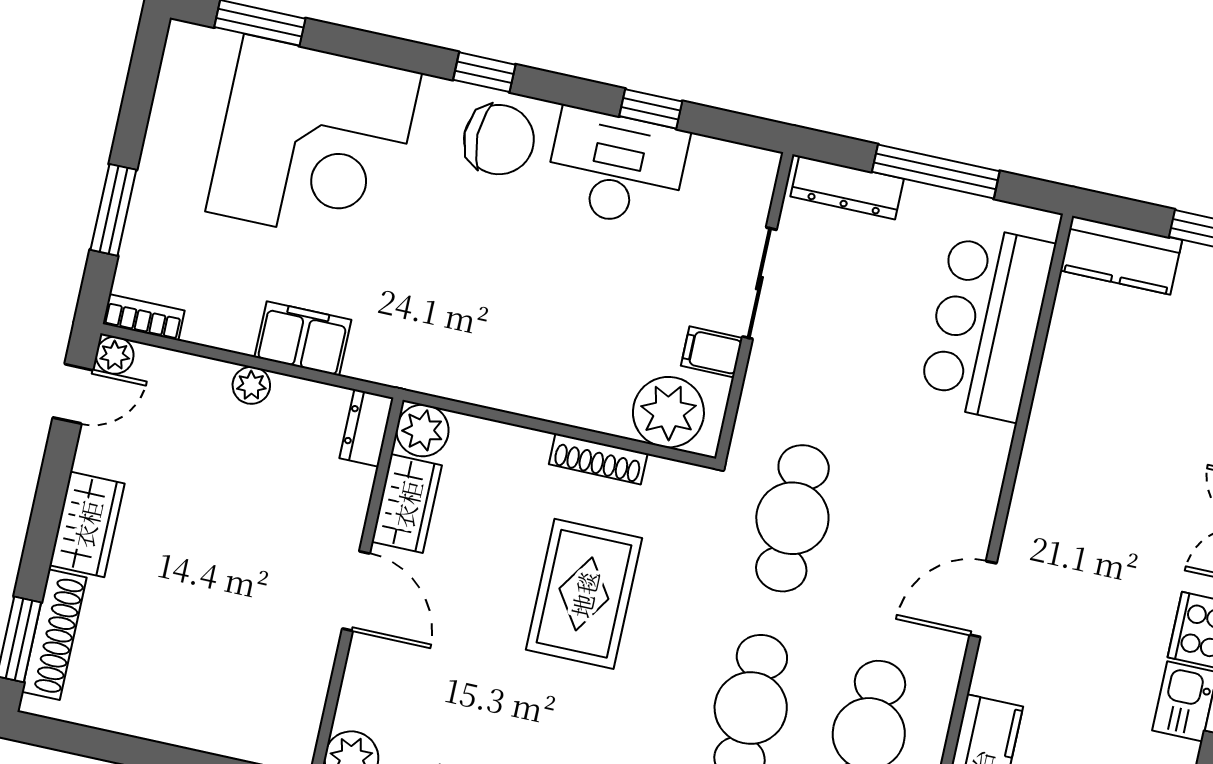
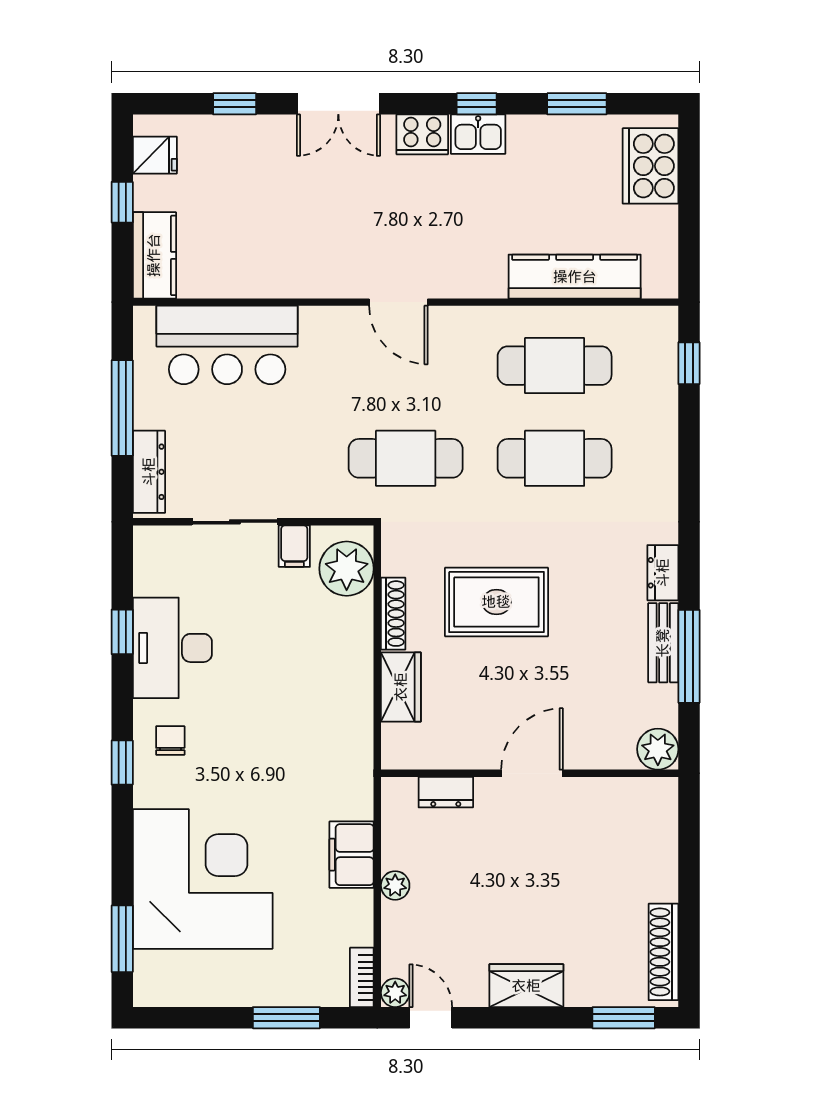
chair: (499, 140) -> (170, 740), width x0.54, depth x0.54
dresser: (367, 428) -> (446, 792), moved
plant: (423, 430) -> (401, 750), removed
wardrobe: (407, 504) -> (401, 687), moved, turned 90
door: (983, 599) -> (398, 302), moved
shoe rack: (54, 635) -> (663, 952), moved, turned -90

